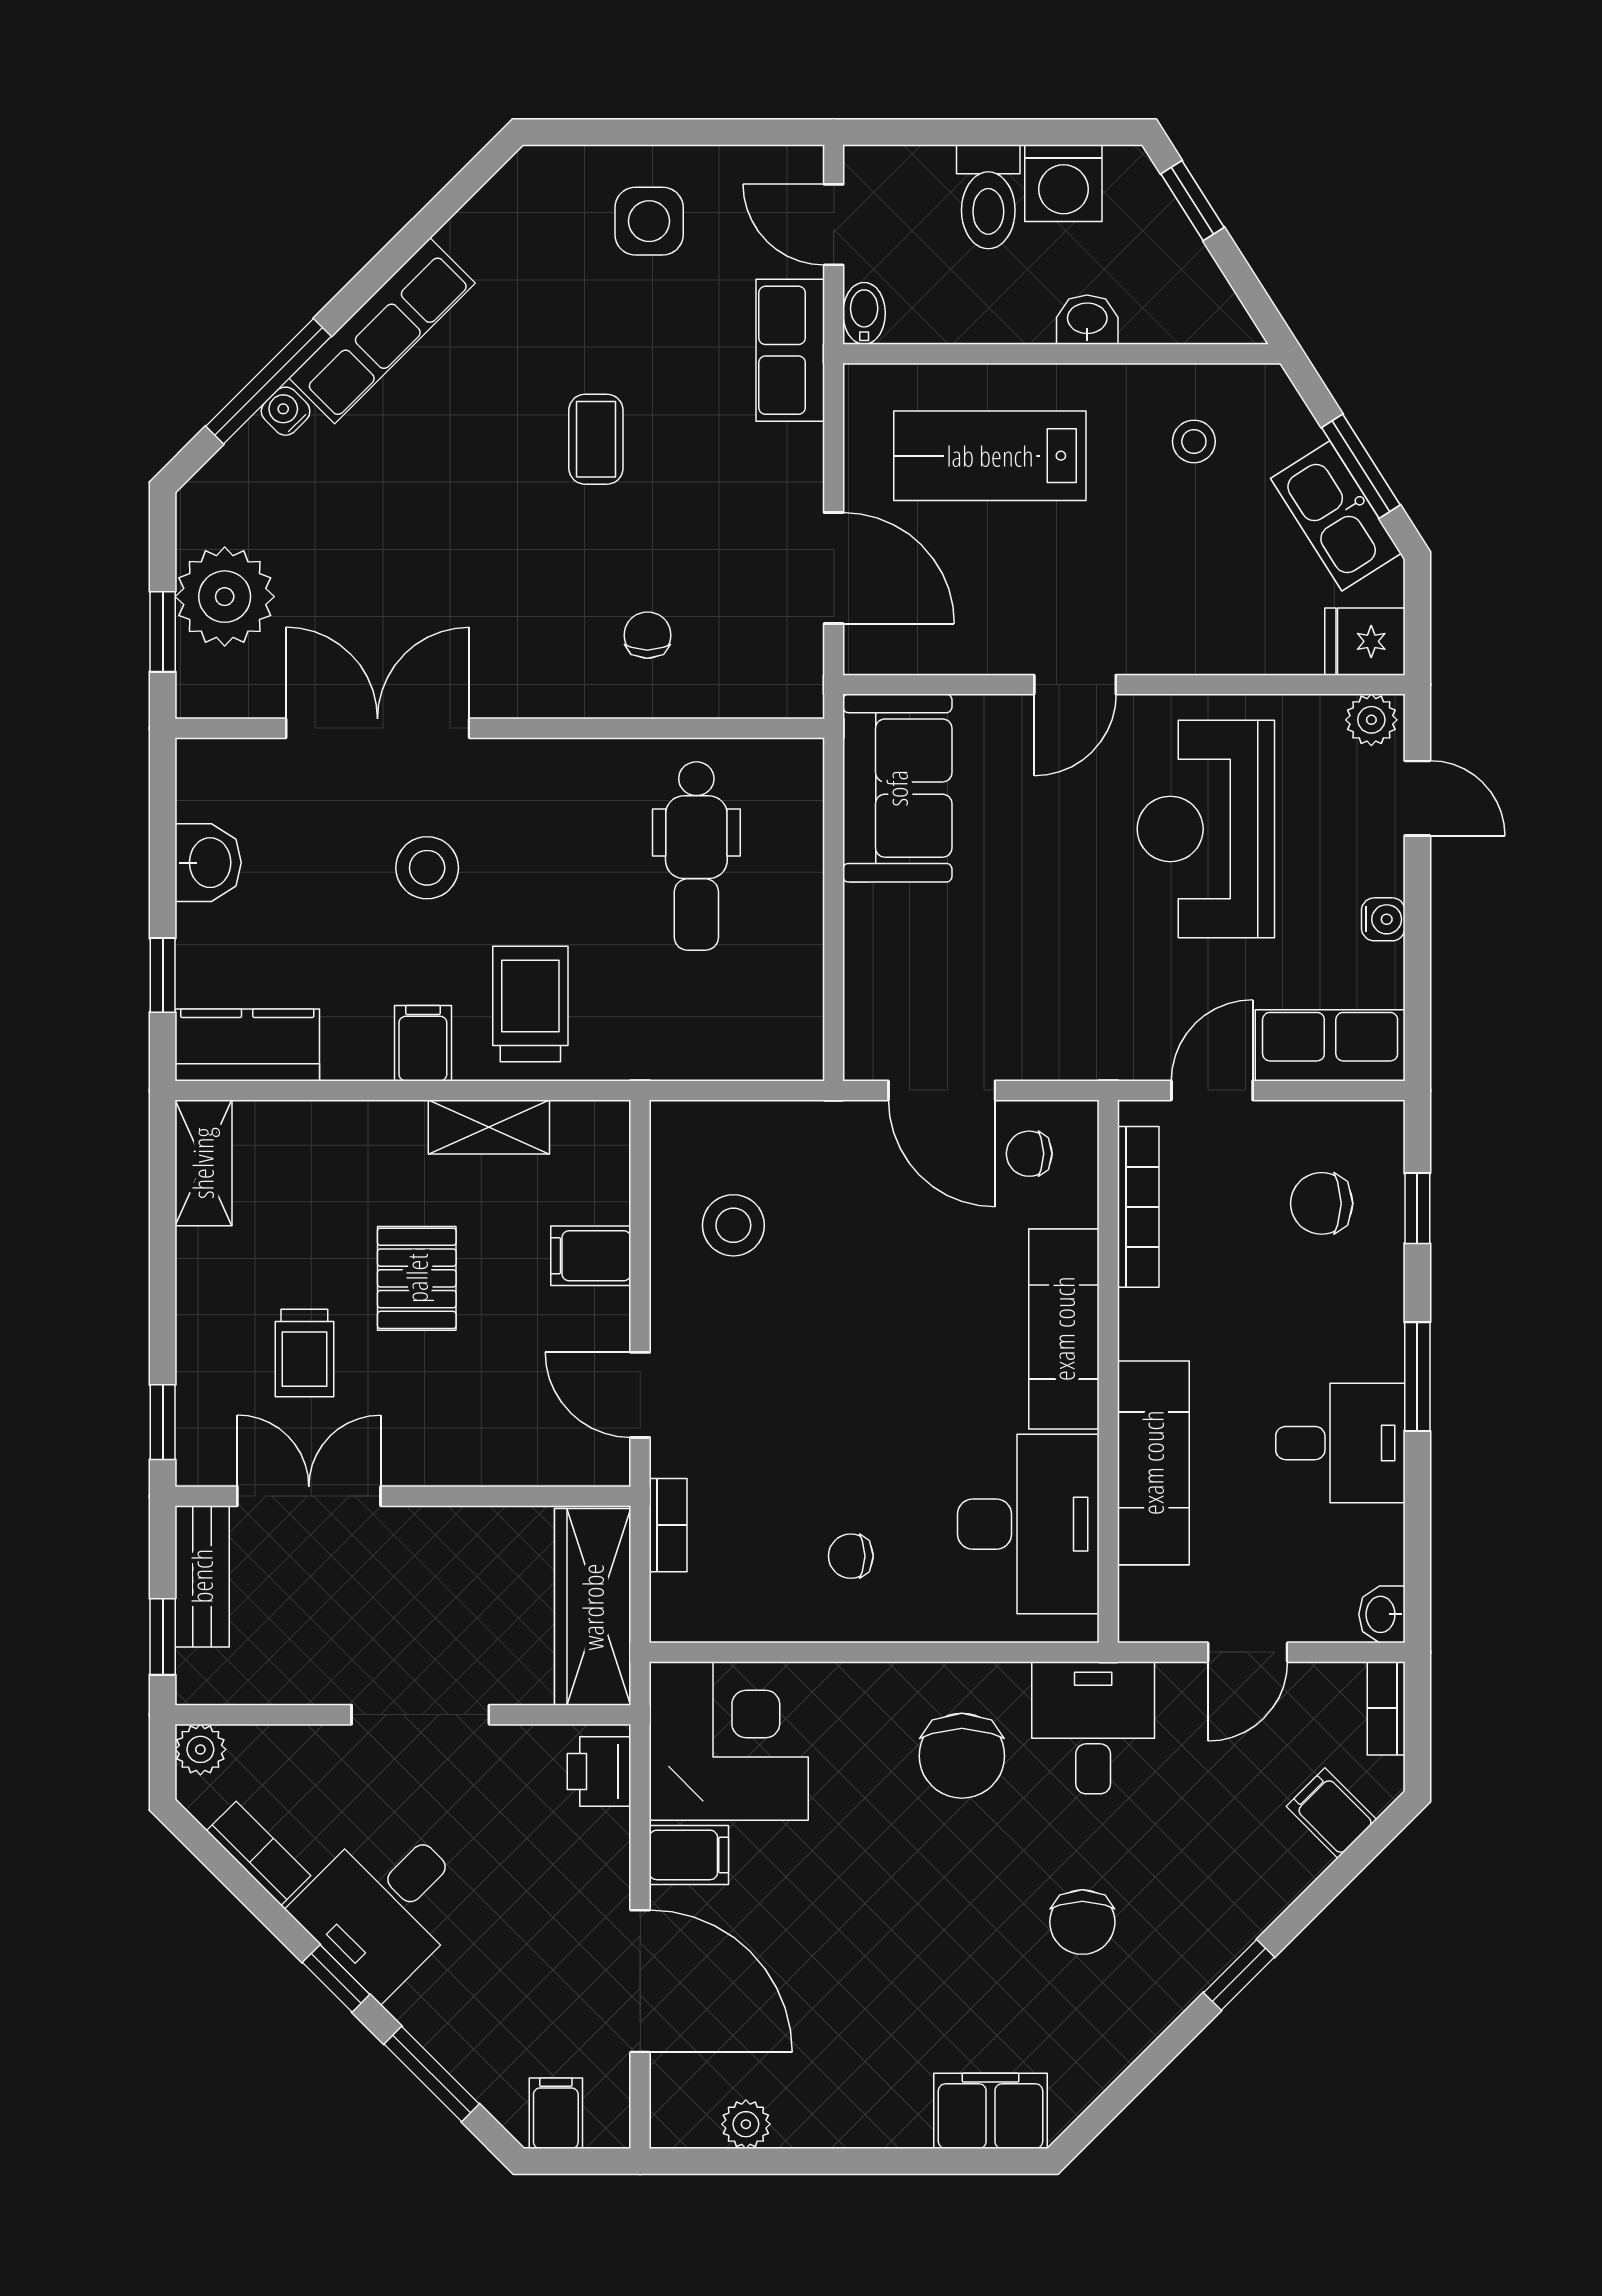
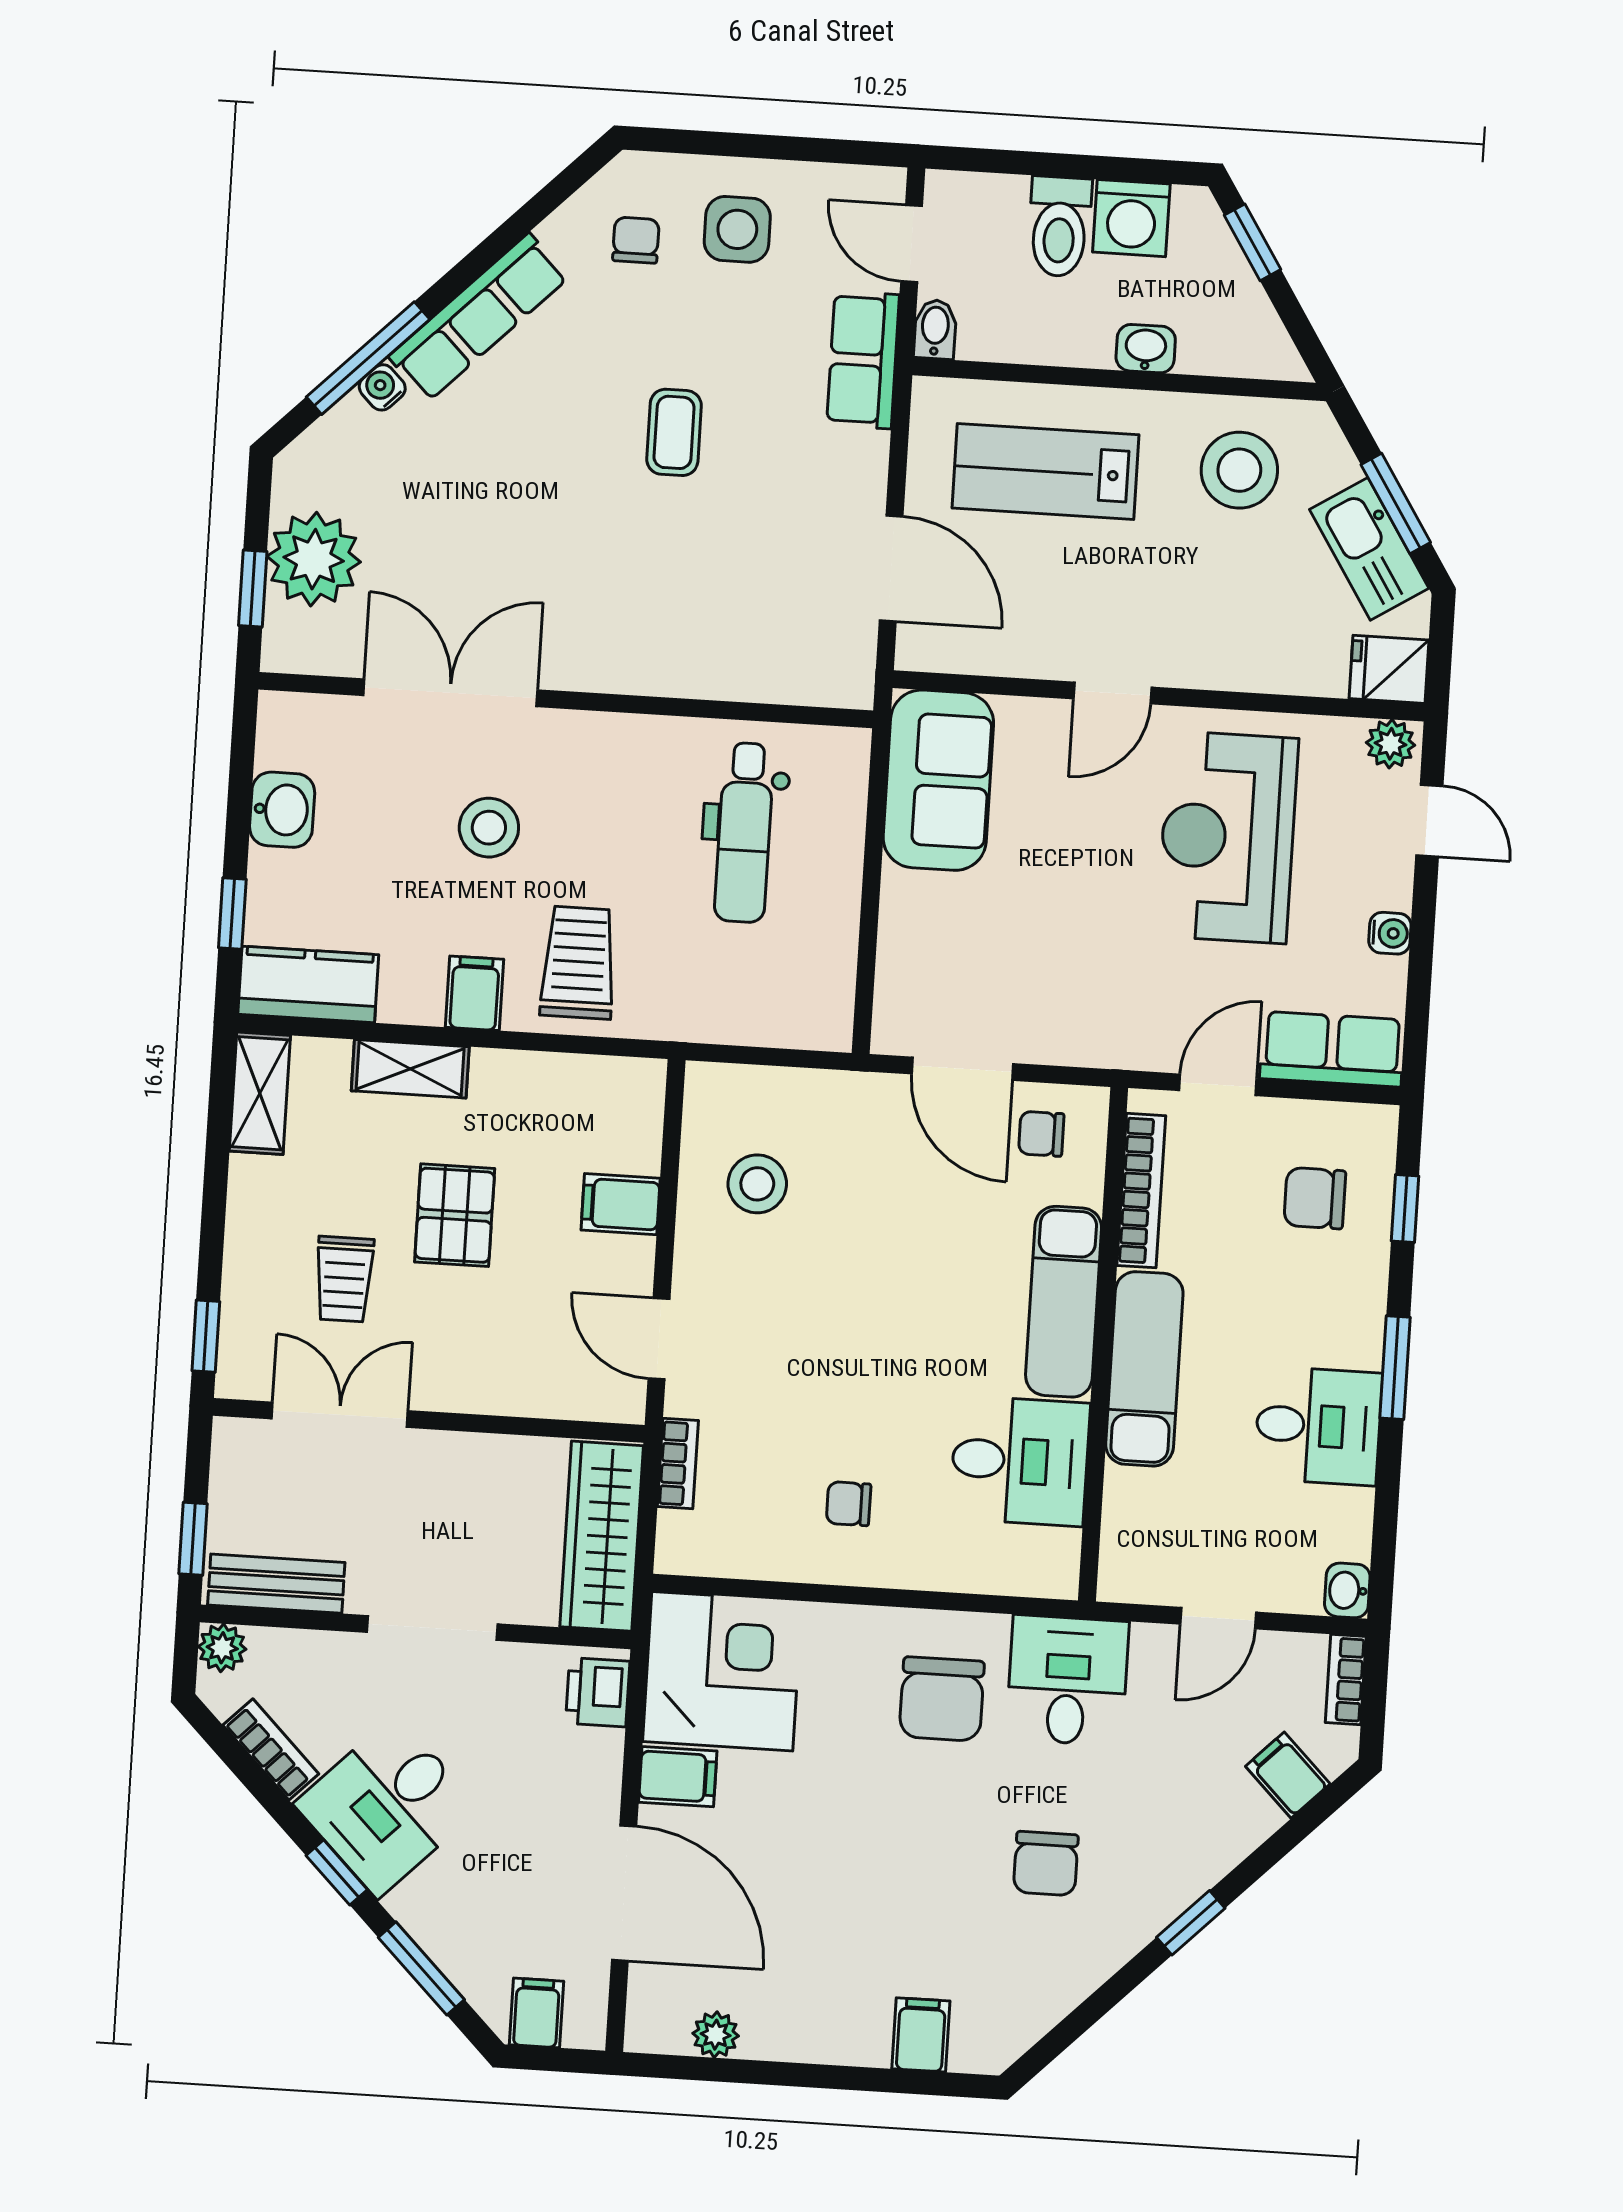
stool: (1194, 441) -> (1239, 470), width x1.89, depth x1.89
chair: (647, 635) -> (636, 240), moved
shelving: (489, 1127) -> (410, 1069), moved
exam couch: (1153, 1463) -> (1144, 1369), moved
desk: (1028, 1524) -> (1020, 1461), width x0.73
bench: (202, 1576) -> (276, 1584), moved, turned 90
filing cabinet: (990, 2111) -> (921, 2035), width x0.50

